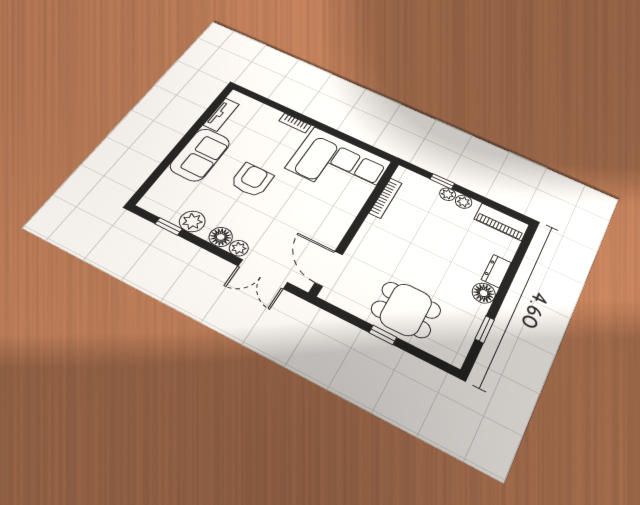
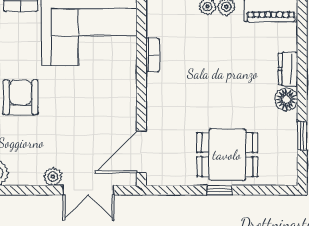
bookcase: (386, 198) -> (153, 55), width x0.64
floor lamp: (221, 237) -> (31, 174), removed
door: (329, 269) -> (141, 152), hinge flipped

